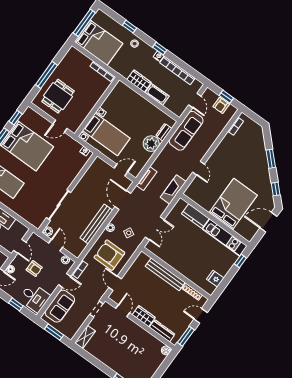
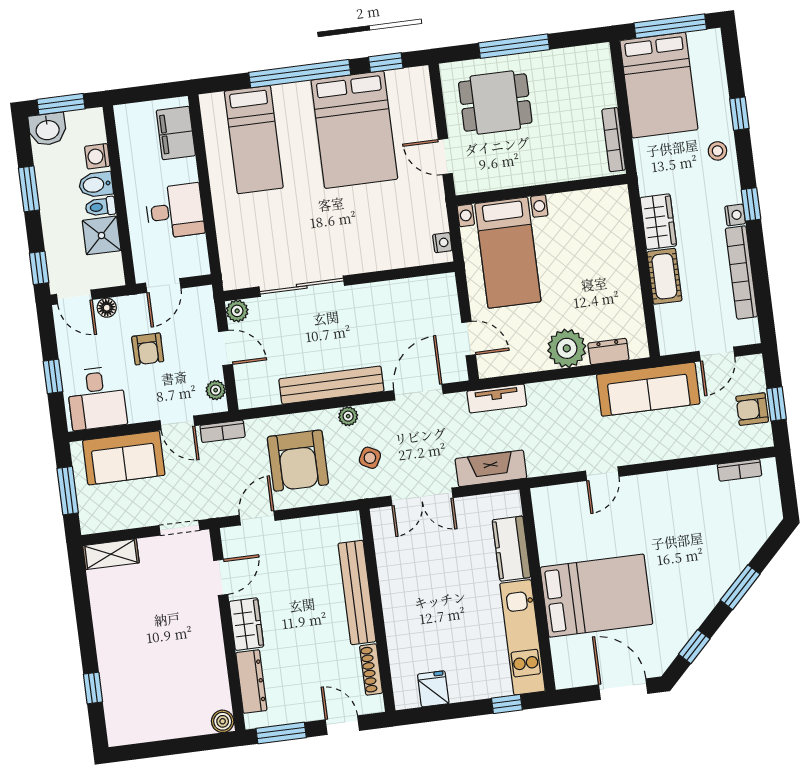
fireplace: (173, 189) -> (491, 468), moved
door: (56, 245) -> (225, 348), hinge flipped
armchair: (109, 255) -> (298, 461), turned 180

